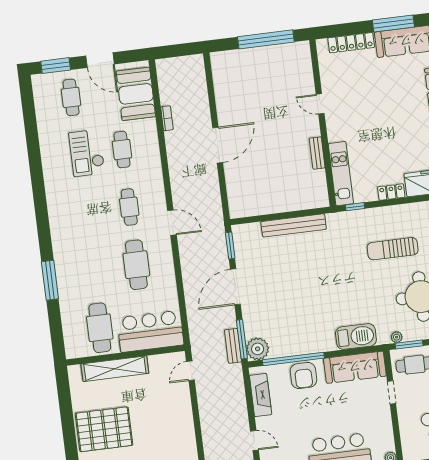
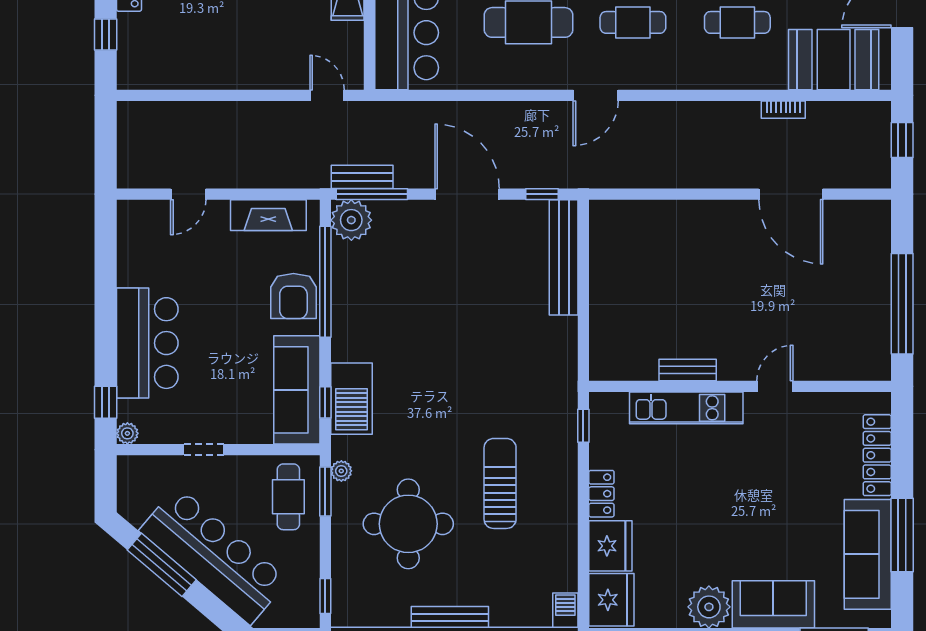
window: (176, 51) -> (902, 140), added
door: (218, 145) -> (791, 194), moved
kitchen unit: (341, 174) -> (686, 408), moved
bench: (294, 225) -> (564, 257), moved
window: (230, 245) -> (542, 194), width x0.67
window: (360, 351) -> (325, 402), added
armchair: (303, 376) -> (293, 296), turned -90
doorway: (392, 392) -> (203, 450), moved

